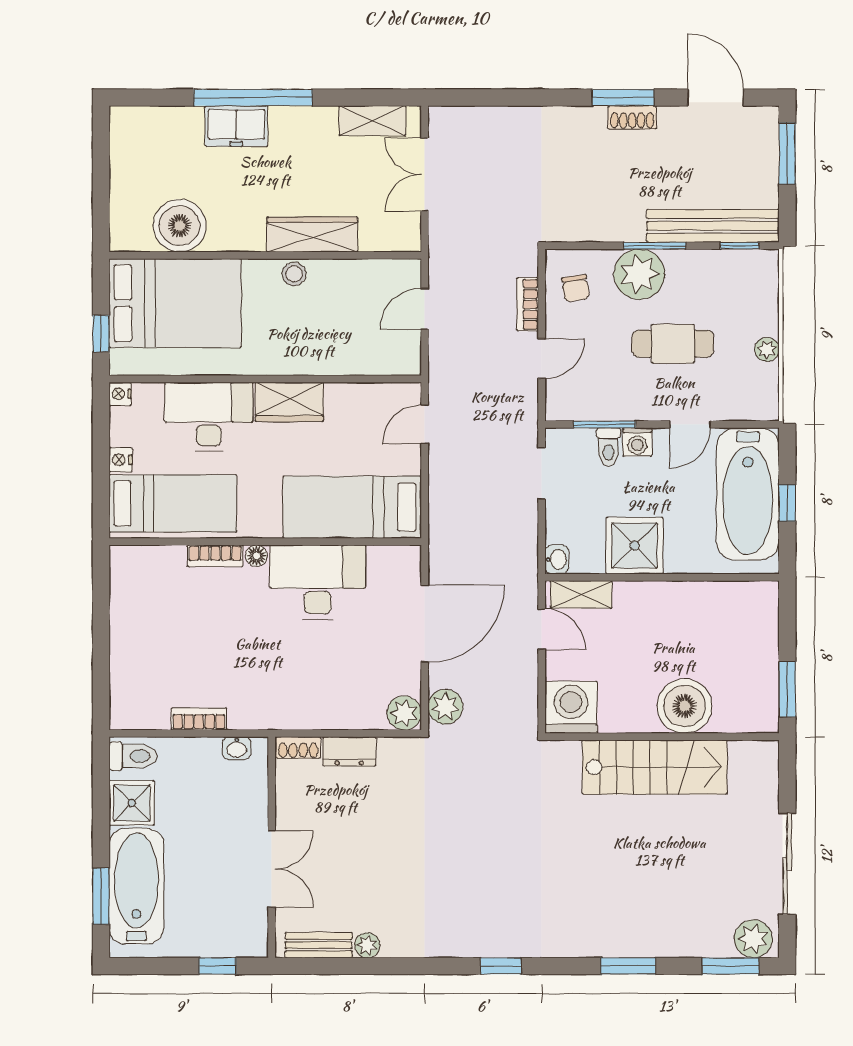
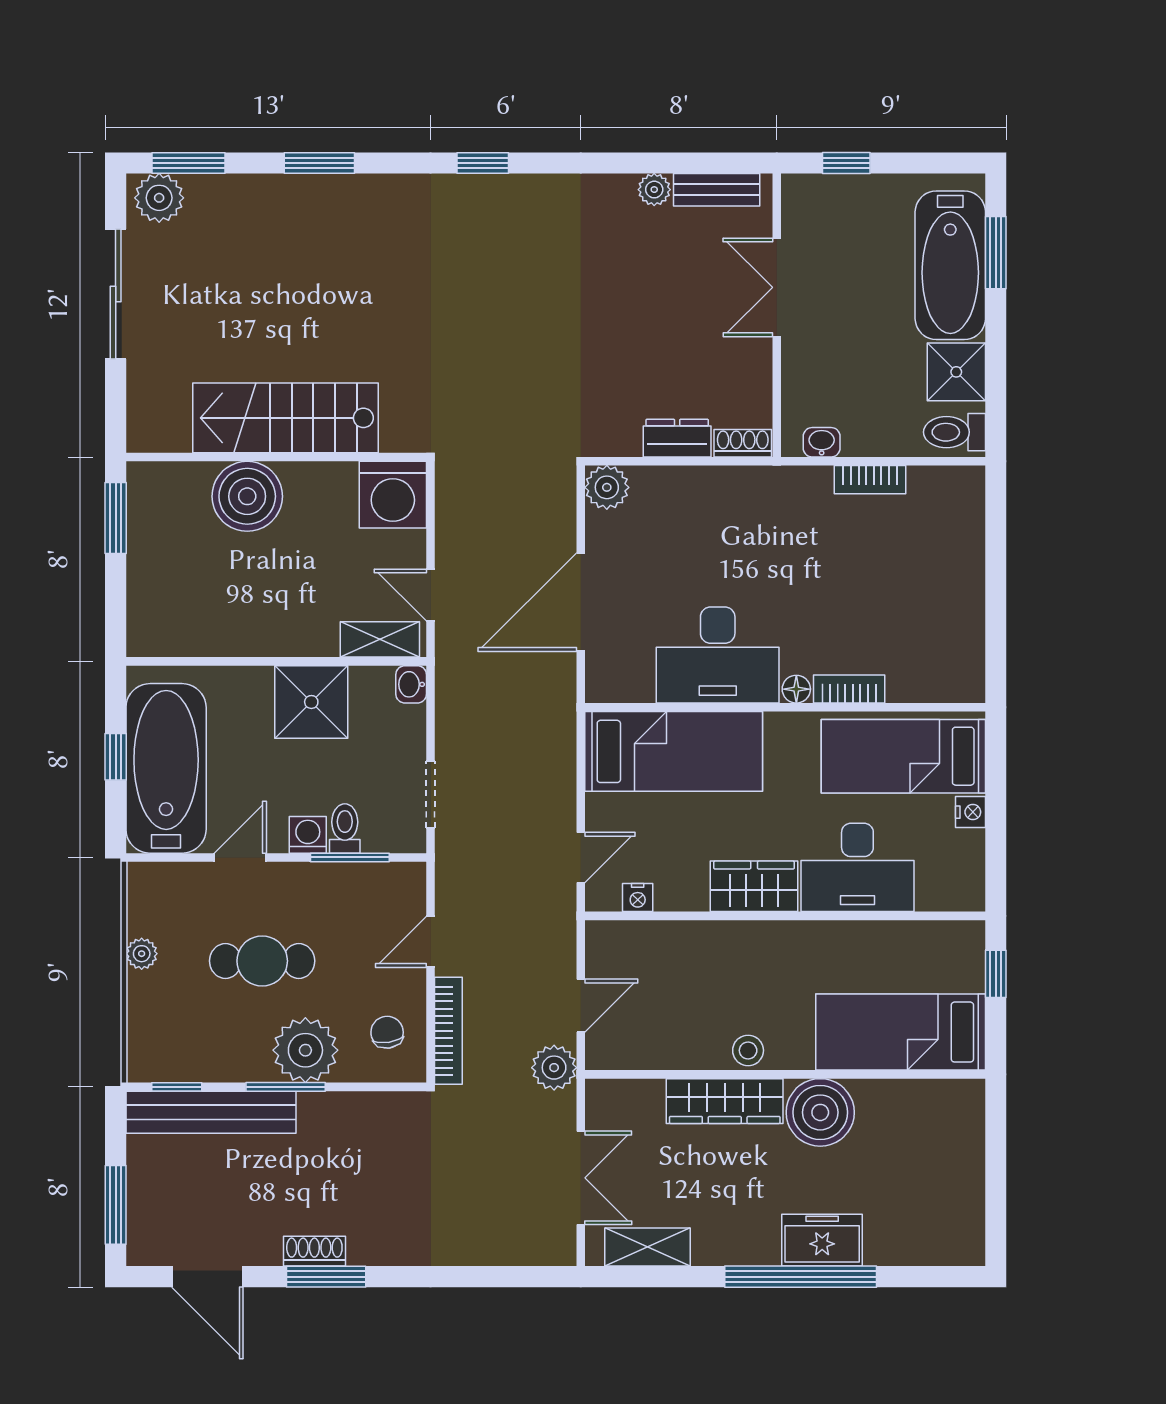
boiler: (180, 226) -> (820, 1112), moved
bed: (175, 303) -> (901, 1032), width x0.67
bookcase: (528, 304) -> (448, 1031), width x1.56
nightstand: (120, 394) -> (638, 898), moved, turned 90
plant: (445, 707) -> (554, 1068), moved

